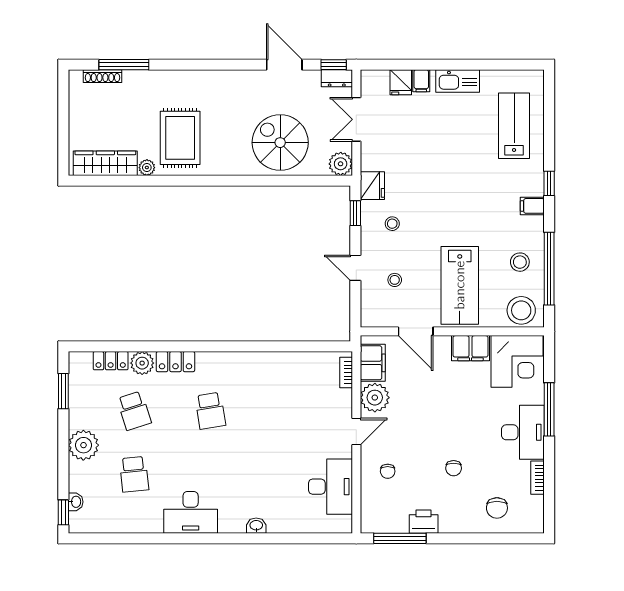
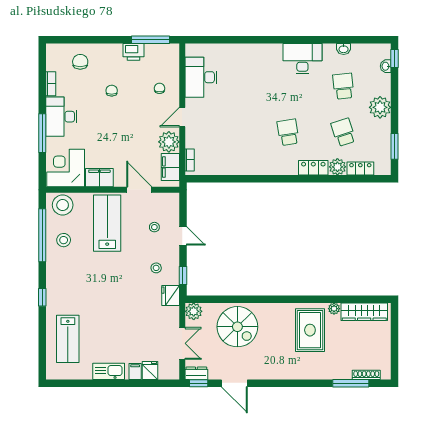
filing cabinet: (532, 206) -> (55, 281), removed
washbasin: (256, 526) -> (344, 49), moved

